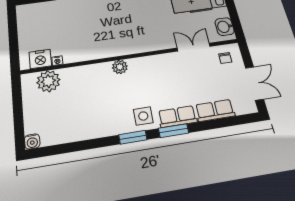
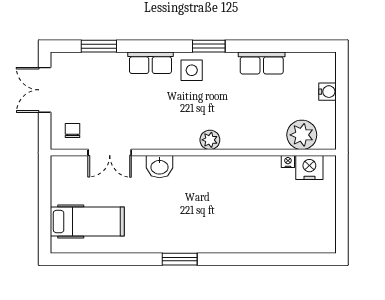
washbasin: (225, 27) -> (160, 167), moved, turned 90
row of seats: (215, 110) -> (262, 63), moved
window: (174, 131) -> (99, 46), moved
water cooler: (32, 141) -> (327, 92), moved, turned 90

